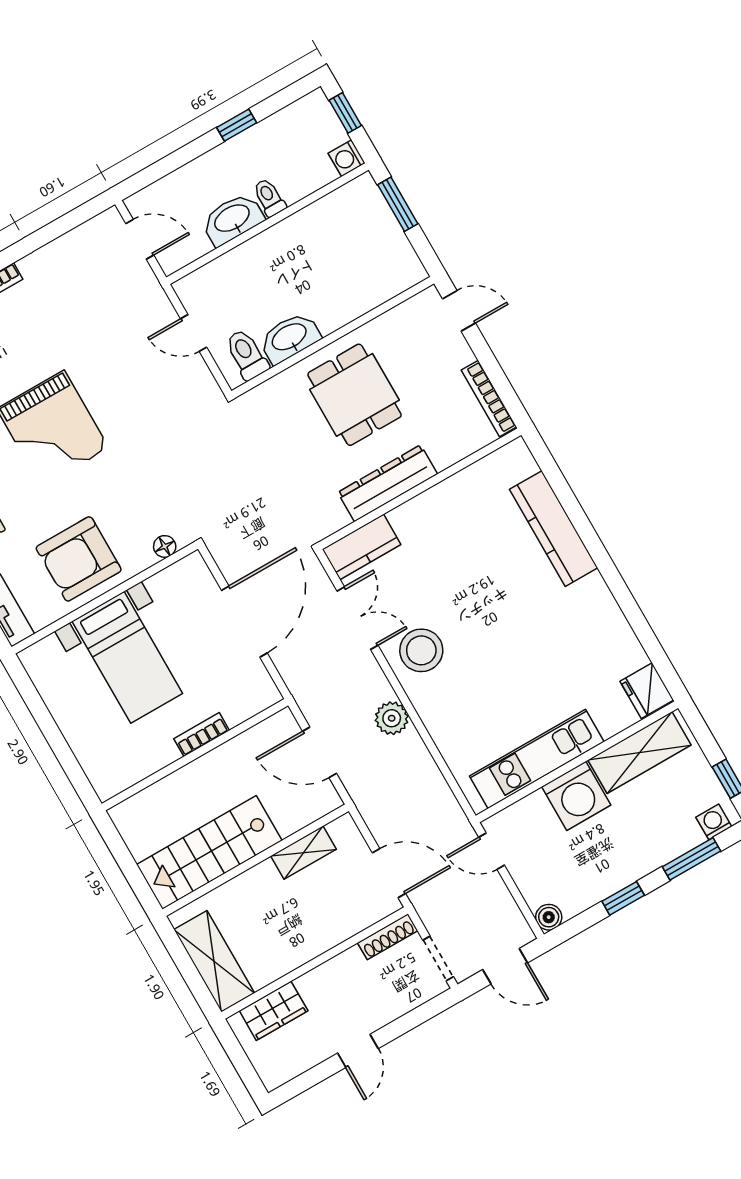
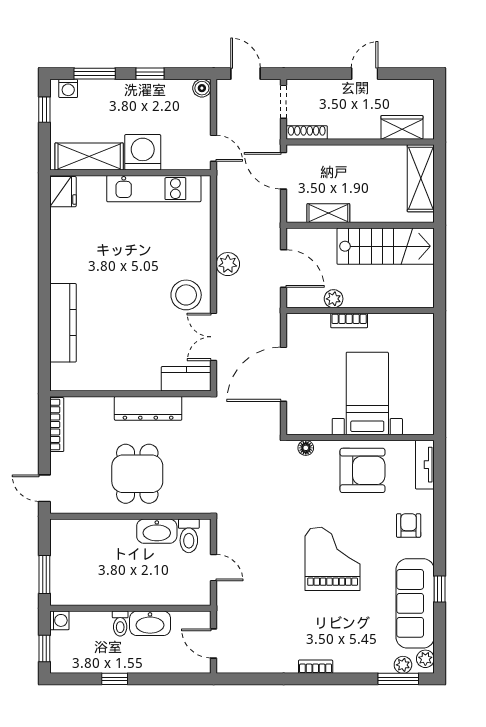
plant: (236, 750) -> (334, 299), added

